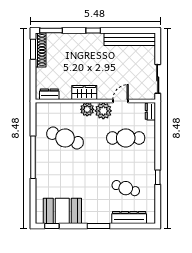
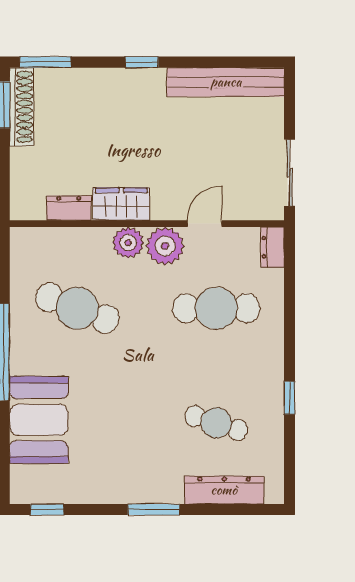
dresser: (49, 94) -> (69, 208), moved
booth: (62, 211) -> (39, 420), moved, turned 90

